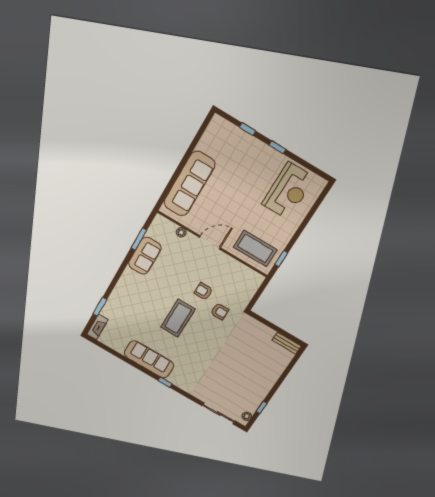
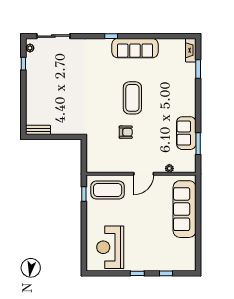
armchair: (220, 311) -> (104, 124), removed

